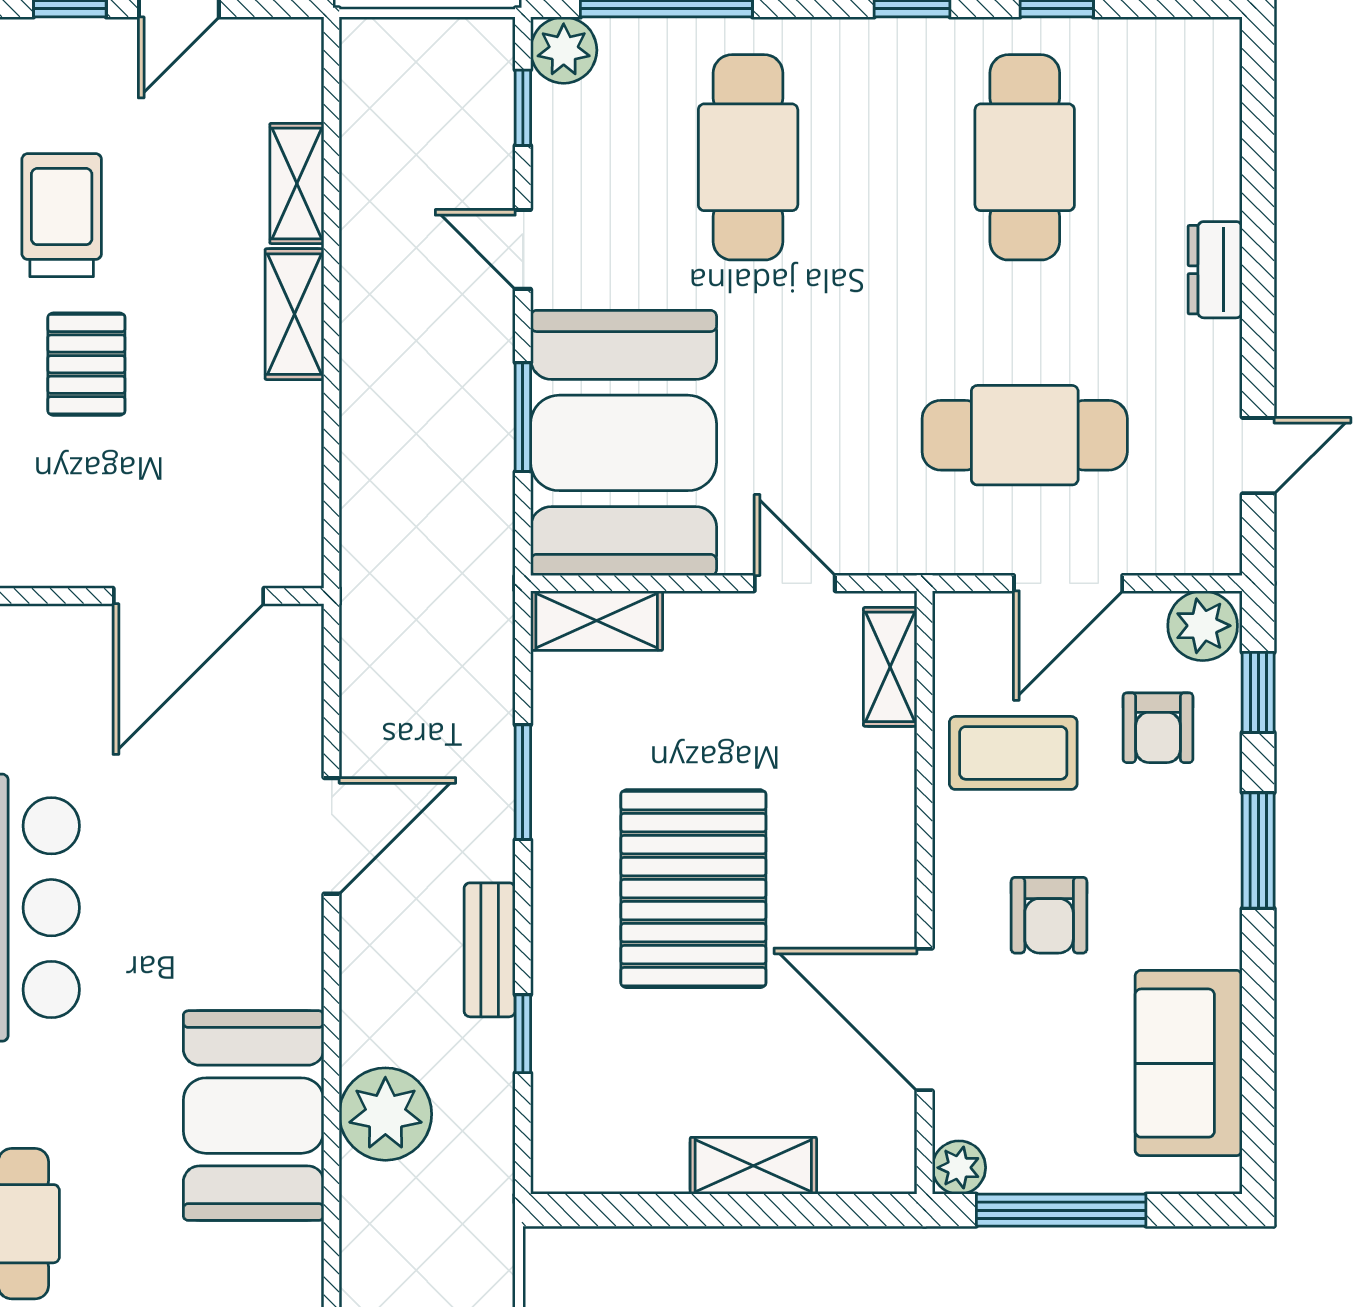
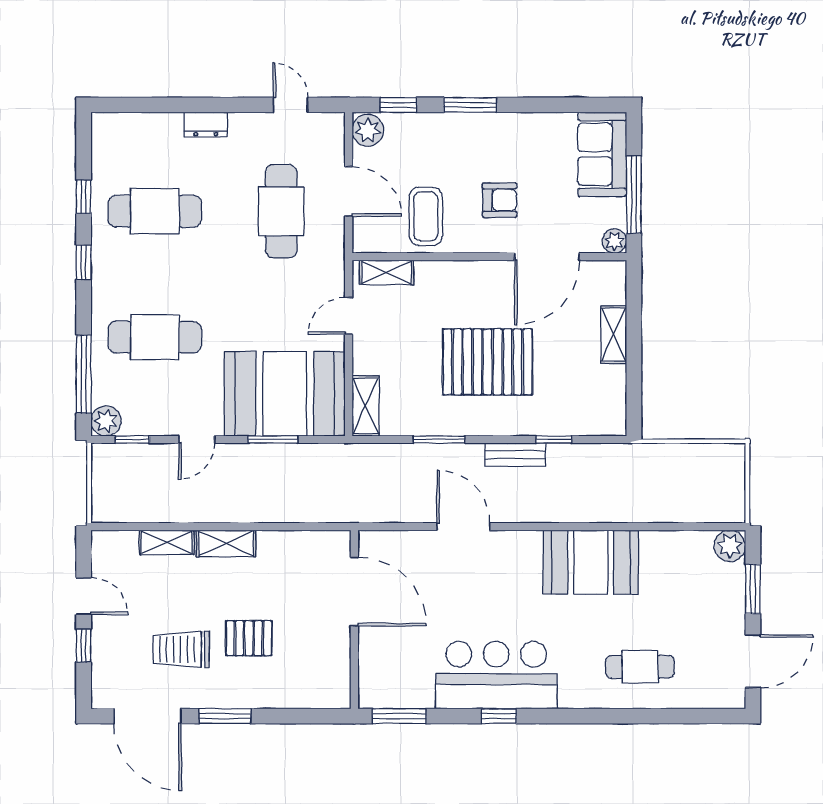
armchair: (1158, 728) -> (414, 151), removed
sofa: (1189, 1063) -> (602, 154), moved, turned 90
plant: (385, 1114) -> (590, 502), removed

